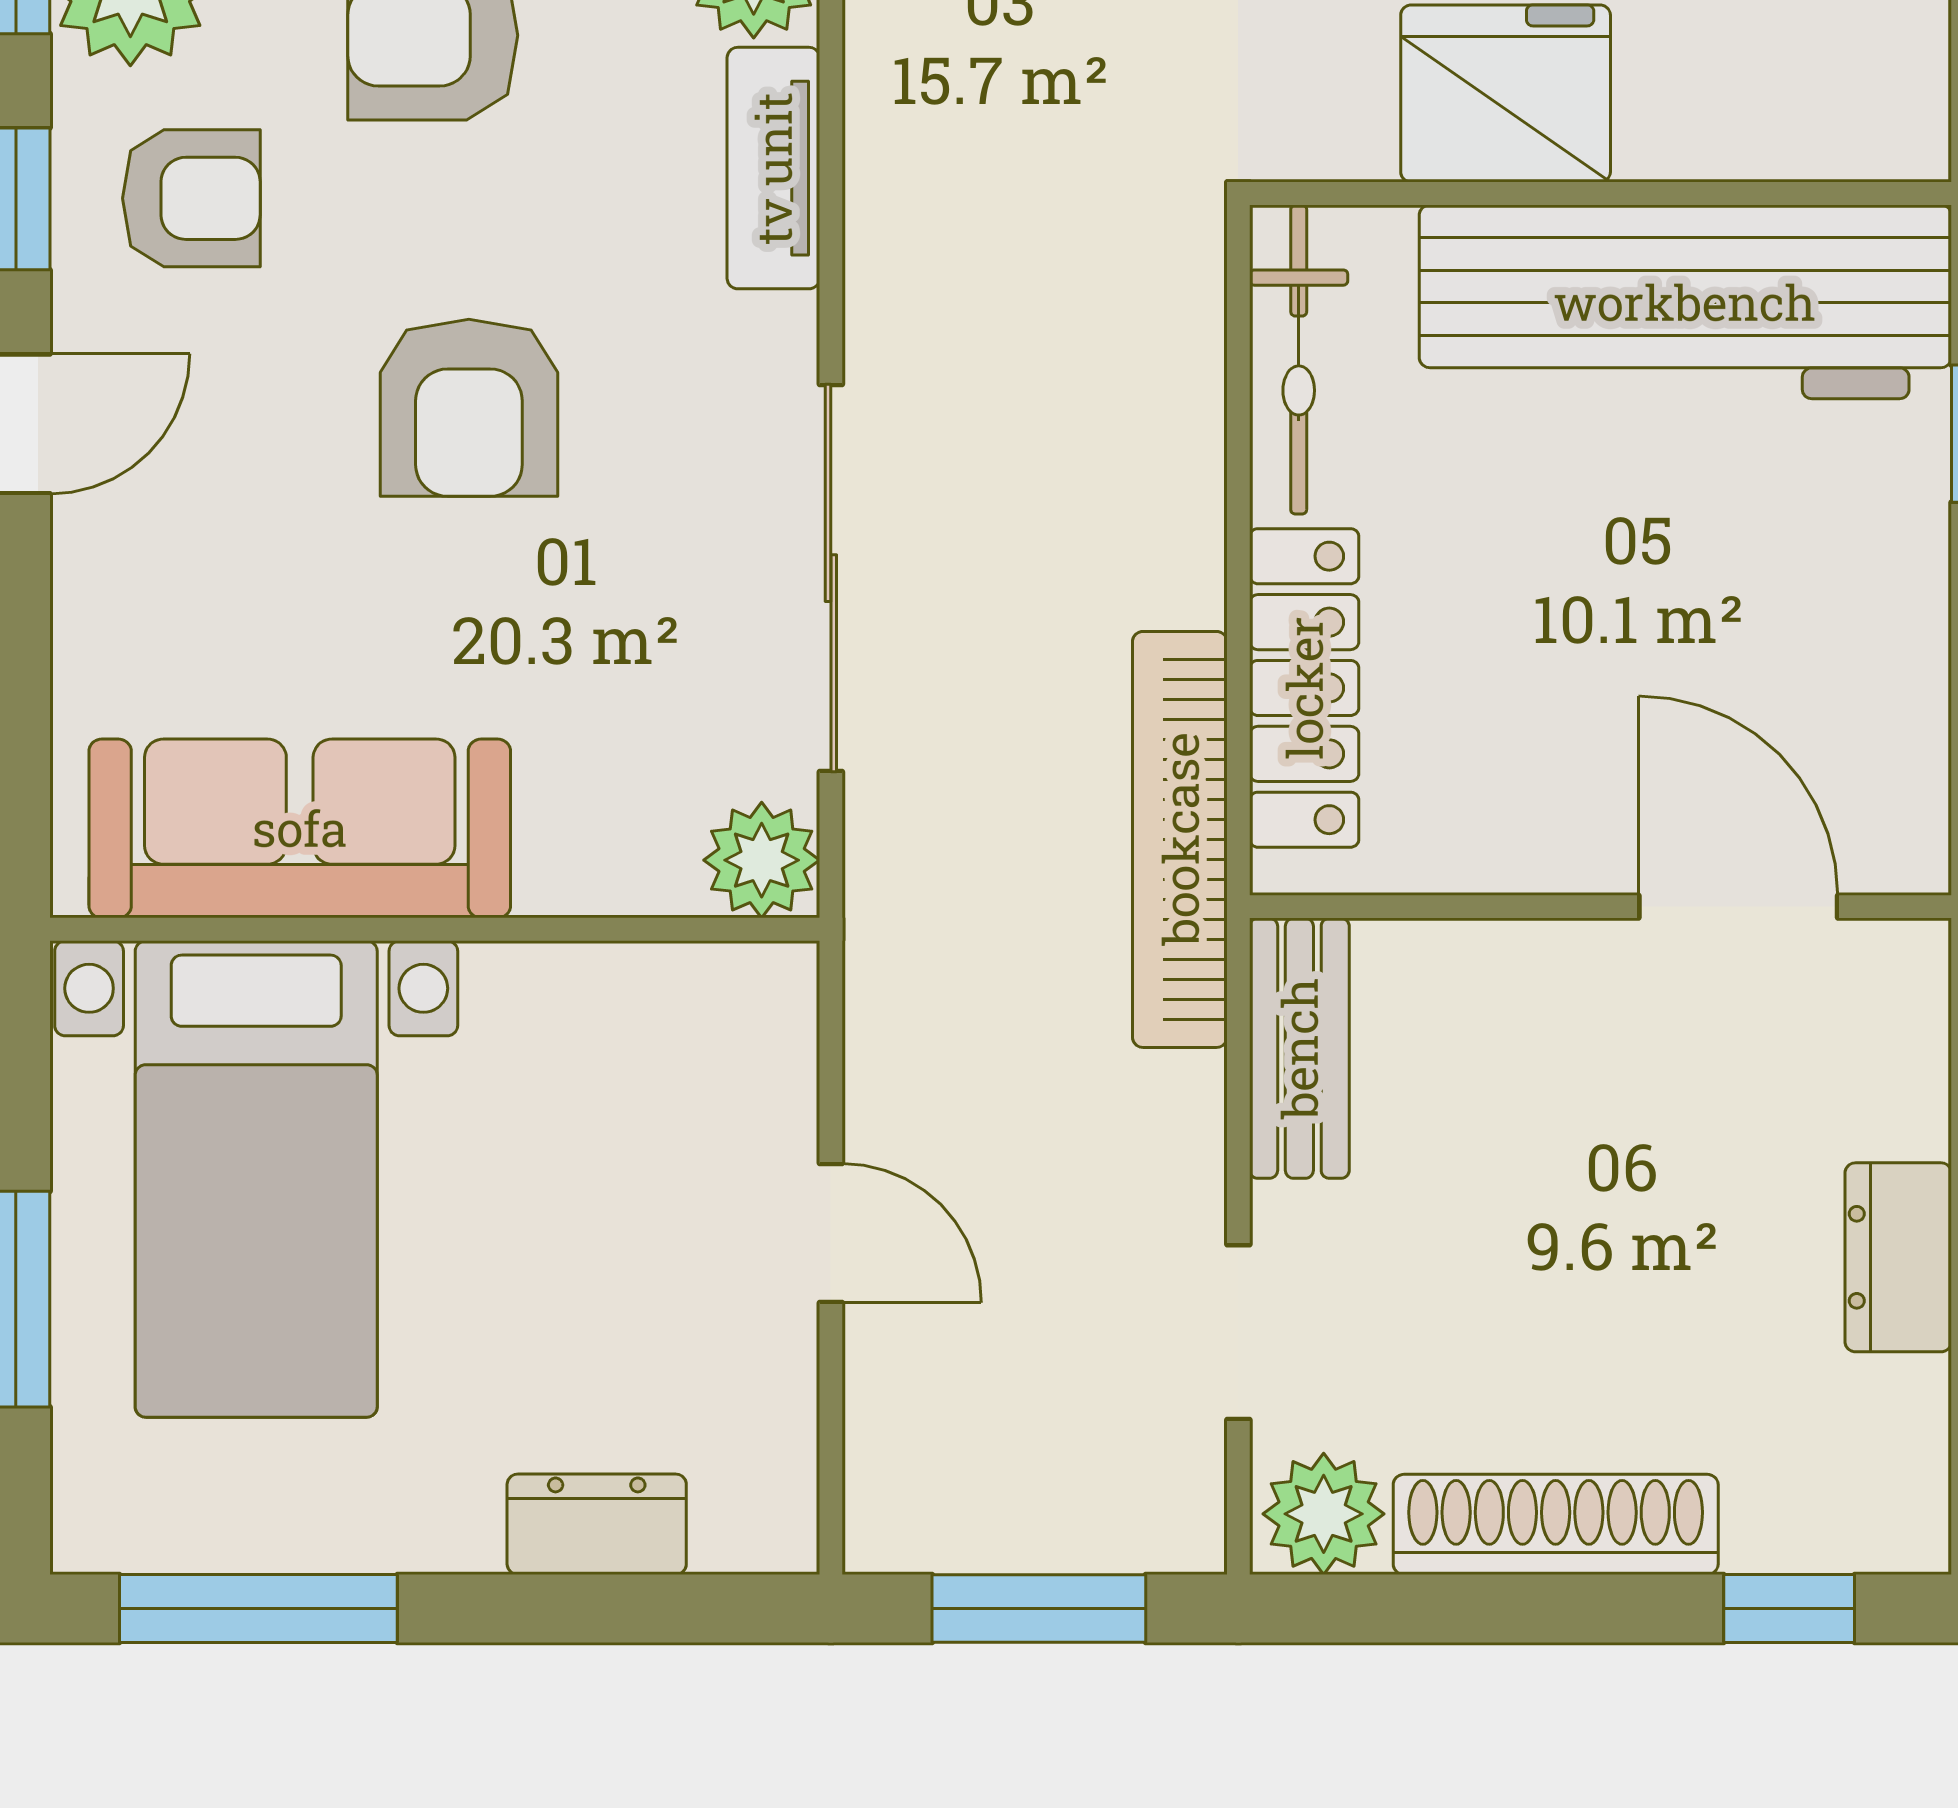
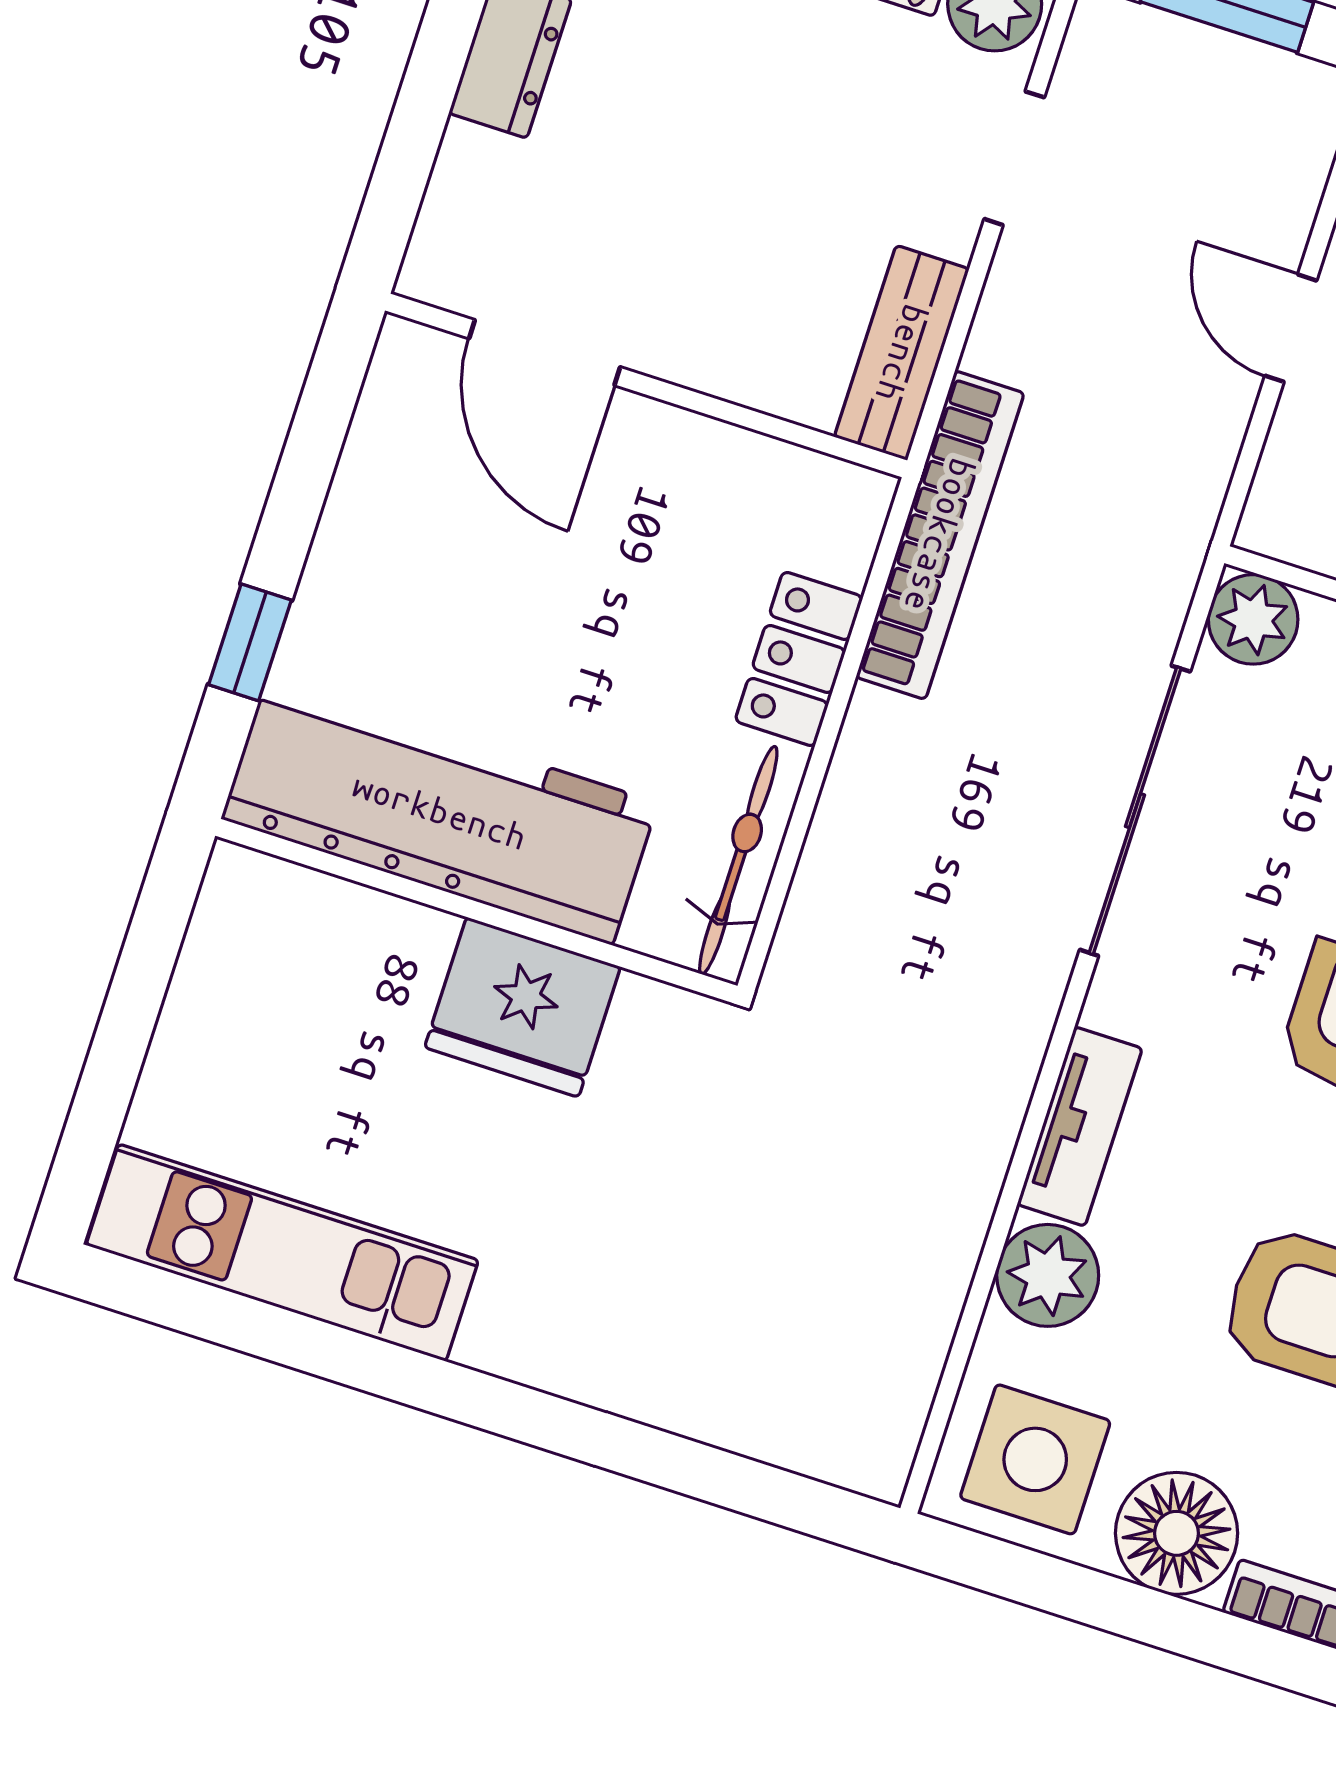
locker: (1304, 688) -> (799, 659), width x0.66

